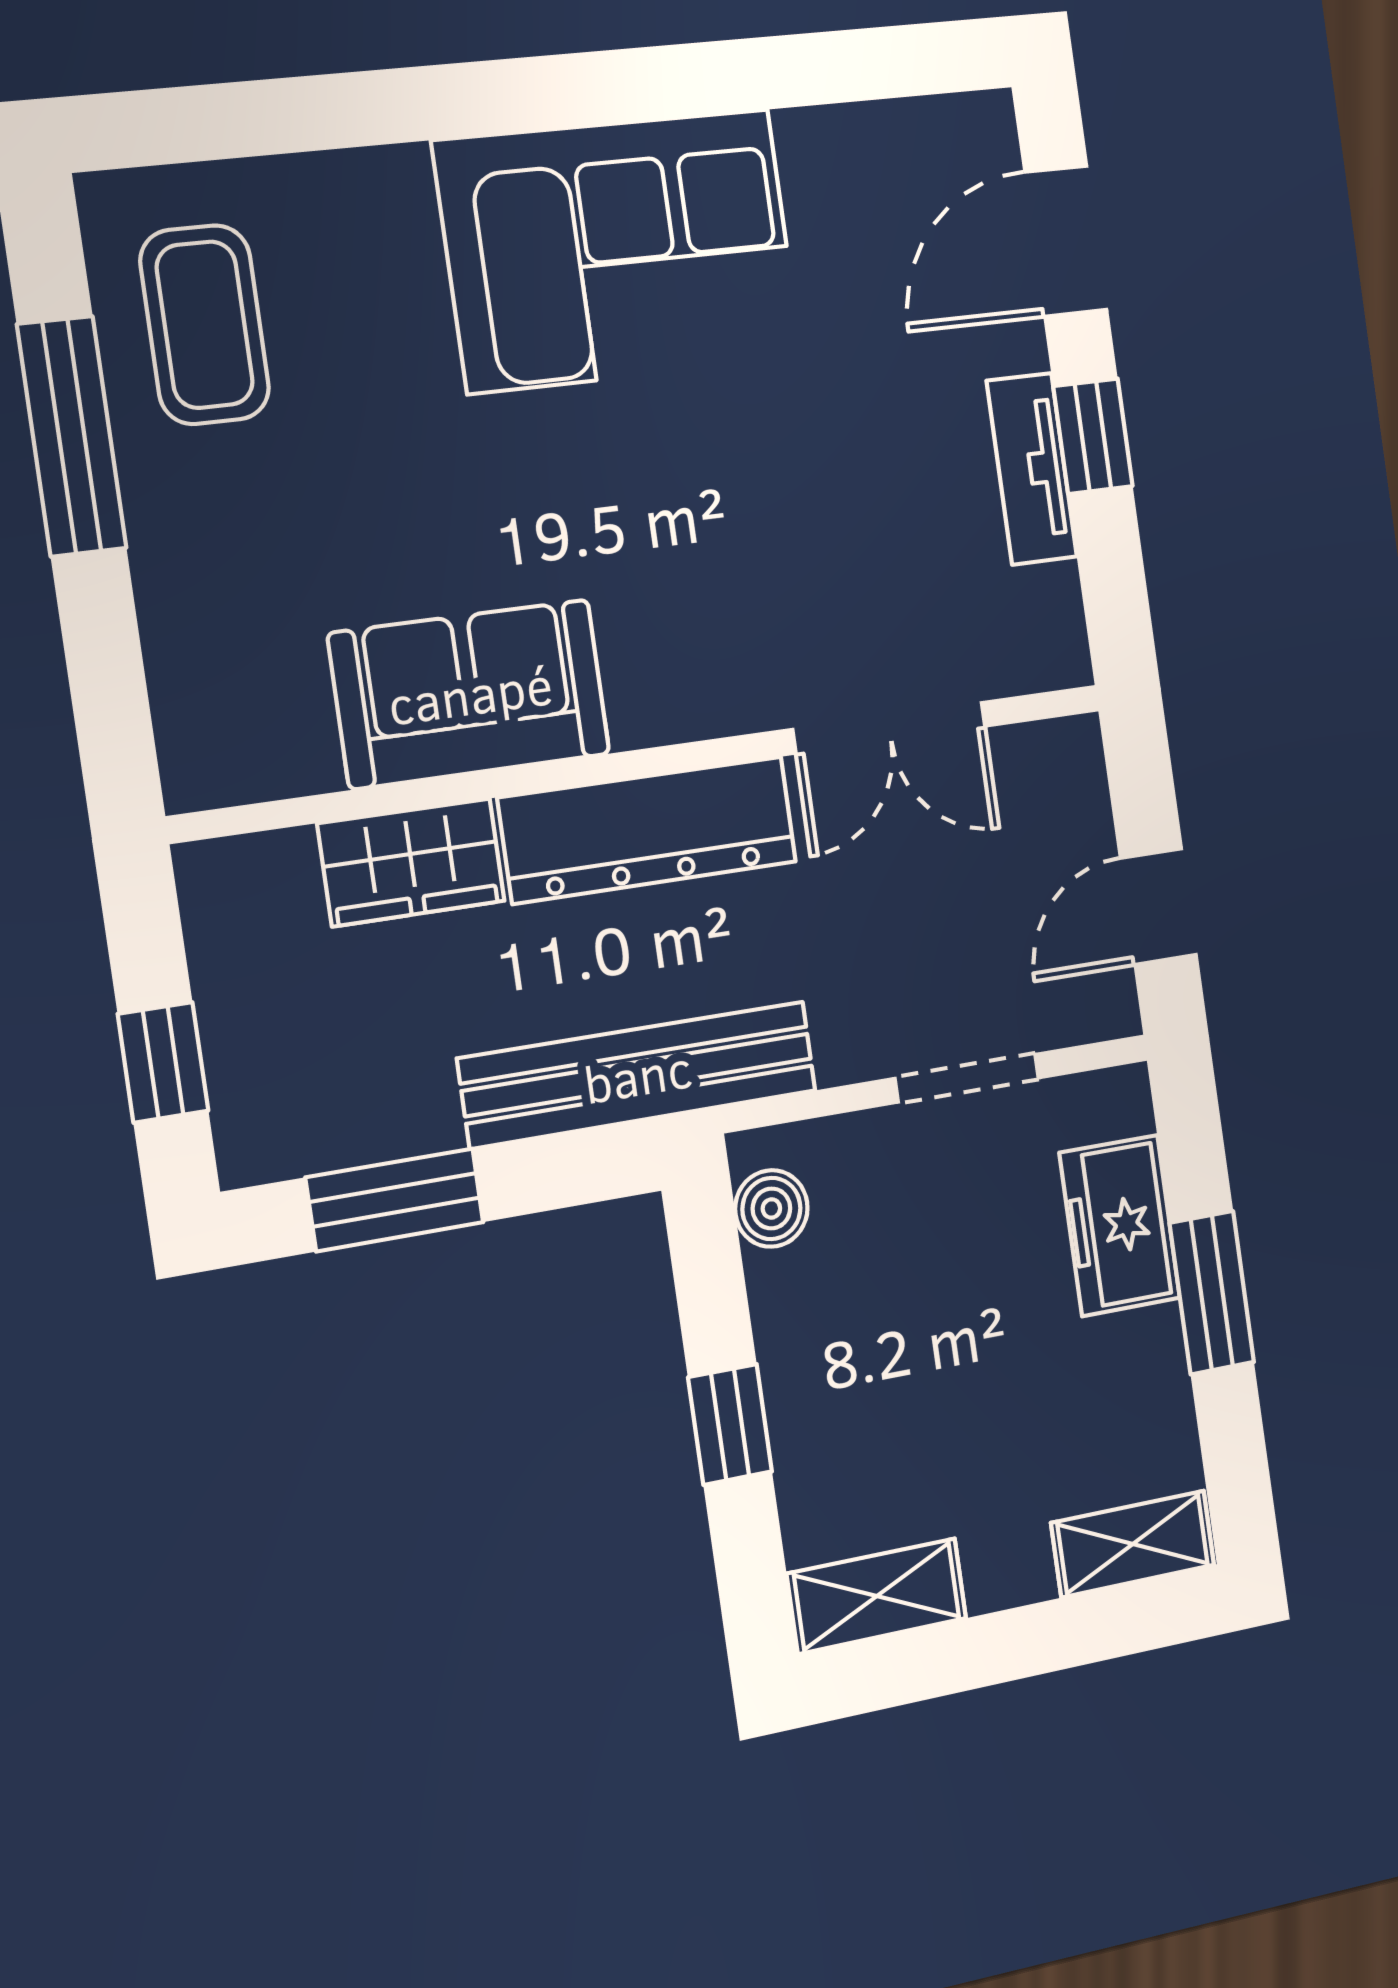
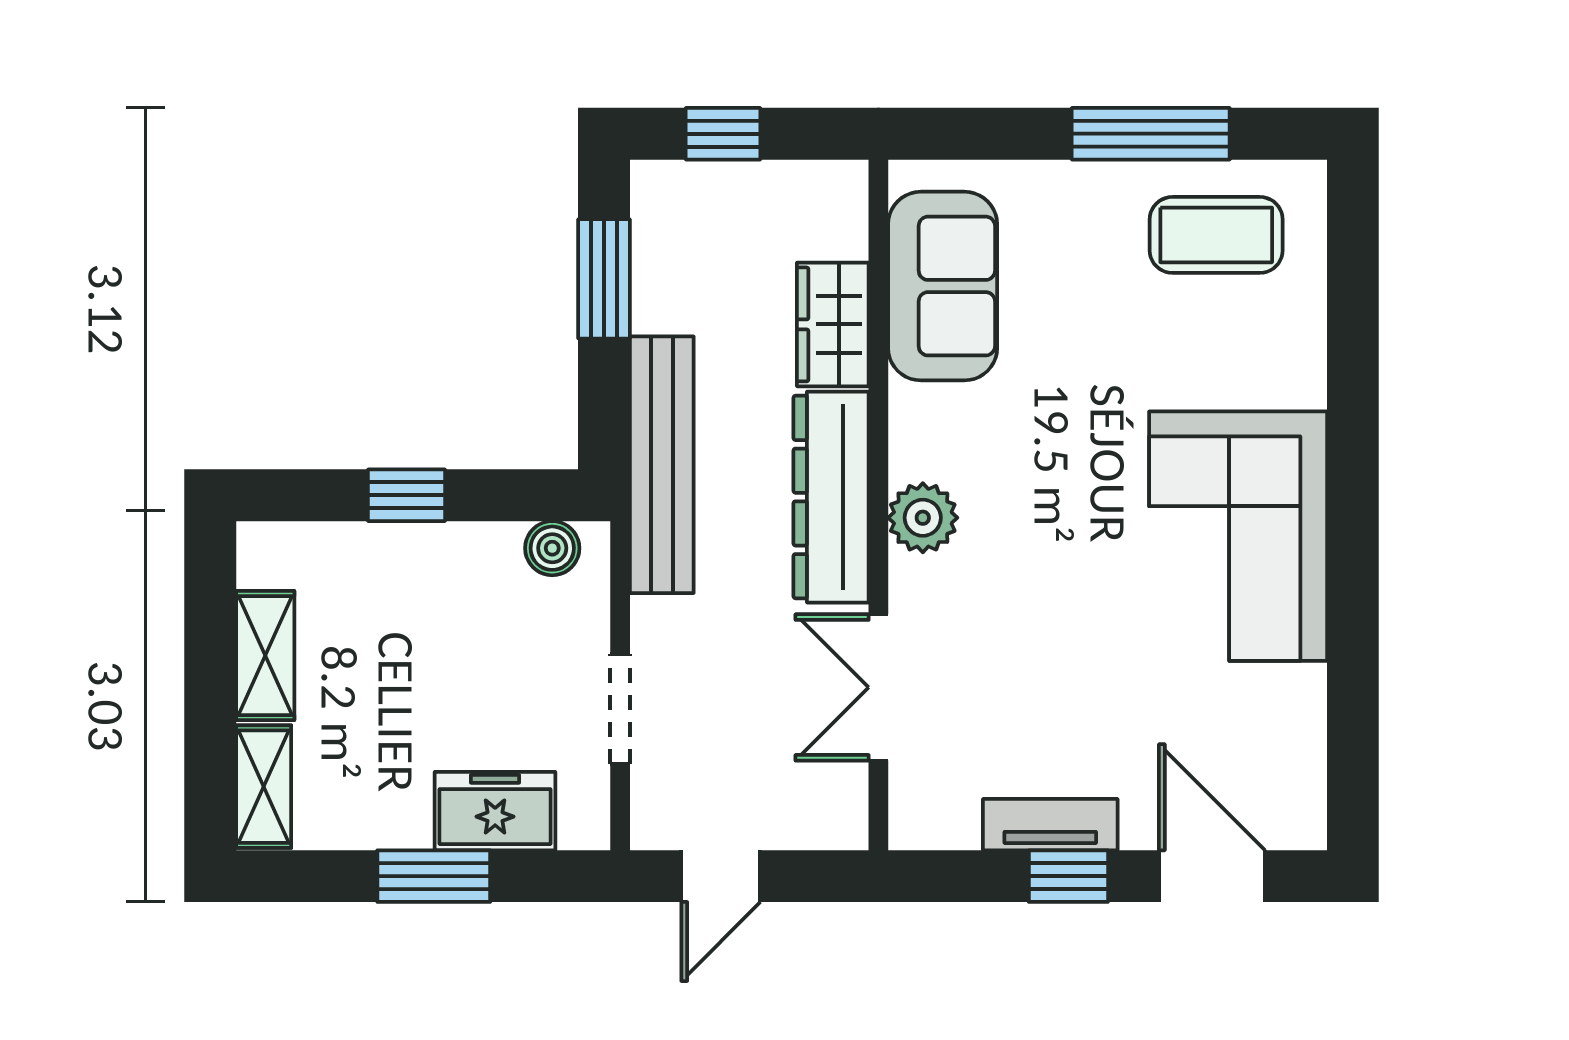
sofa: (470, 694) -> (943, 286), moved
plant: (657, 697) -> (923, 518), added
door: (1158, 906) -> (721, 876), swing flipped
shelving: (877, 1596) -> (265, 656), moved

